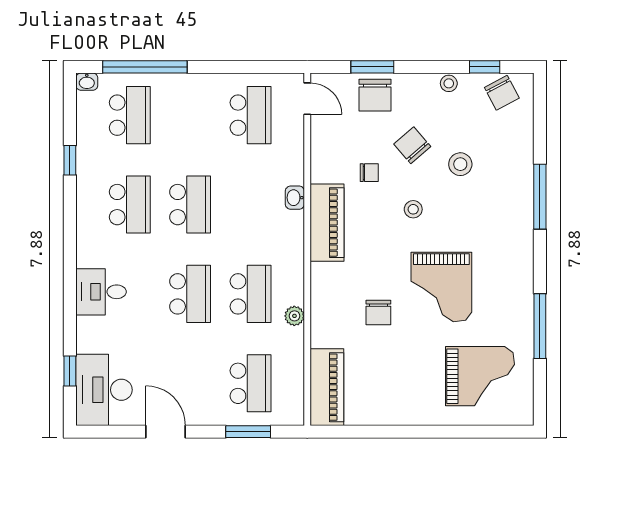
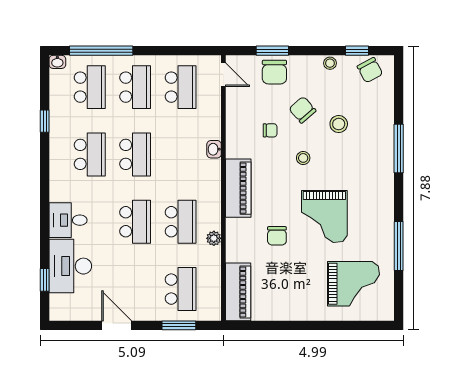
school desk: (190, 115) -> (135, 87), added
piano: (327, 223) -> (238, 188), moved
desk: (104, 390) -> (70, 266), moved

